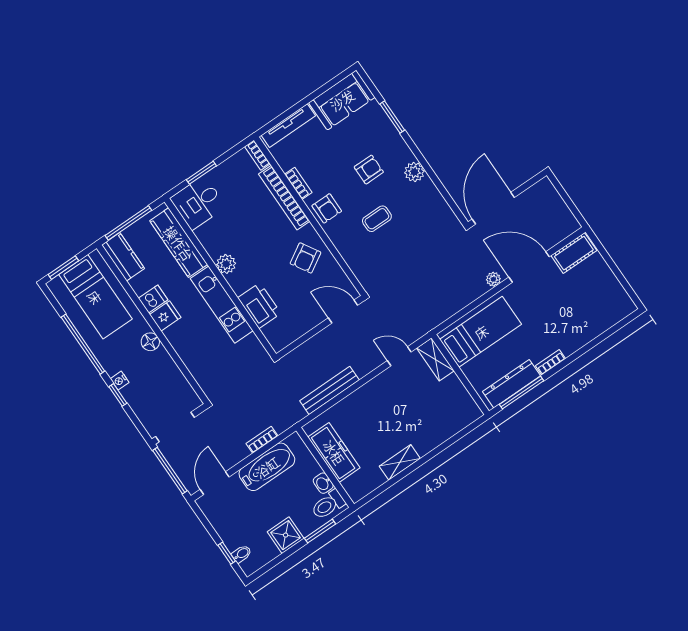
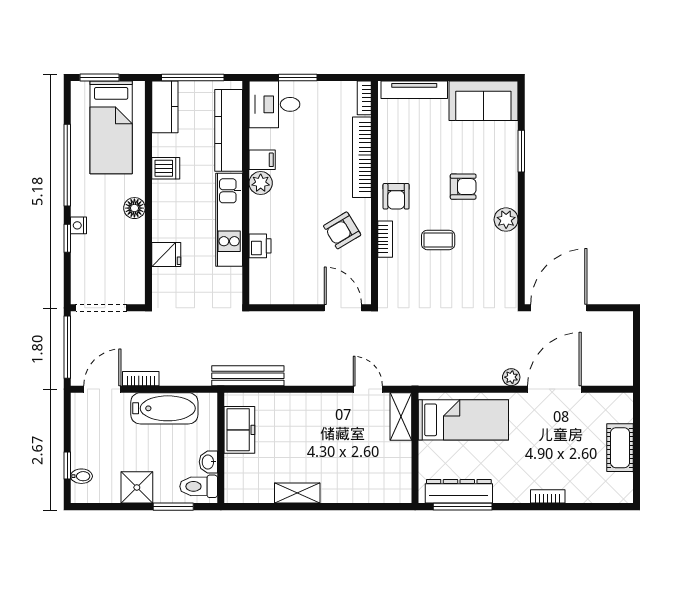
bookcase: (298, 183) -> (385, 239), moved
filing cabinet: (216, 247) -> (262, 160), added
cot: (574, 253) -> (620, 448), moved, turned 90
door: (529, 267) -> (554, 389), hinge flipped
printer: (259, 306) -> (260, 246), width x0.53, depth x0.68
fridge: (165, 316) -> (166, 254), moved
bookcase: (550, 362) -> (548, 496), moved
bench: (329, 390) -> (248, 376), moved
bookcase: (262, 440) -> (141, 379), moved
freezer: (334, 452) -> (239, 430), width x0.71

